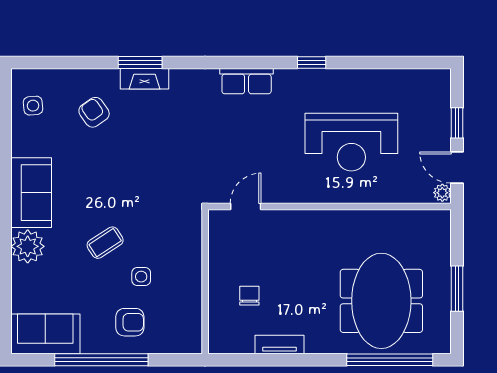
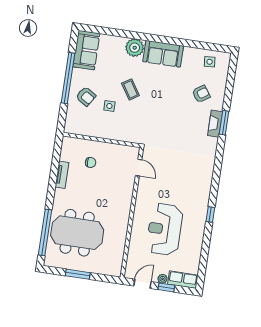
row of seats: (247, 81) -> (183, 280), moved, turned 90
plant: (442, 193) -> (162, 279), moved
armchair: (130, 322) -> (86, 96), turned -58

